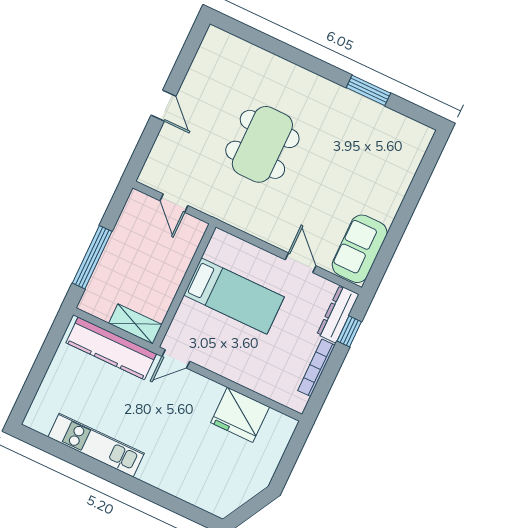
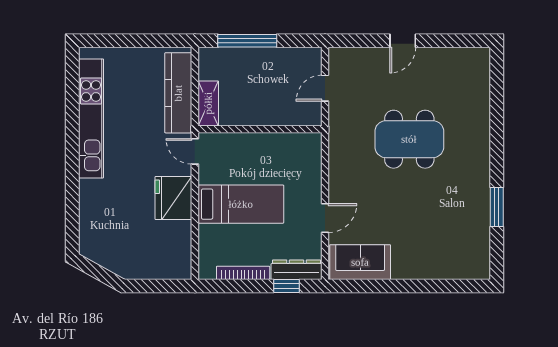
bed: (234, 296) -> (241, 204), moved, turned -90
fridge: (240, 415) -> (173, 198), moved
kitchen unit: (96, 445) -> (91, 118), width x1.36

